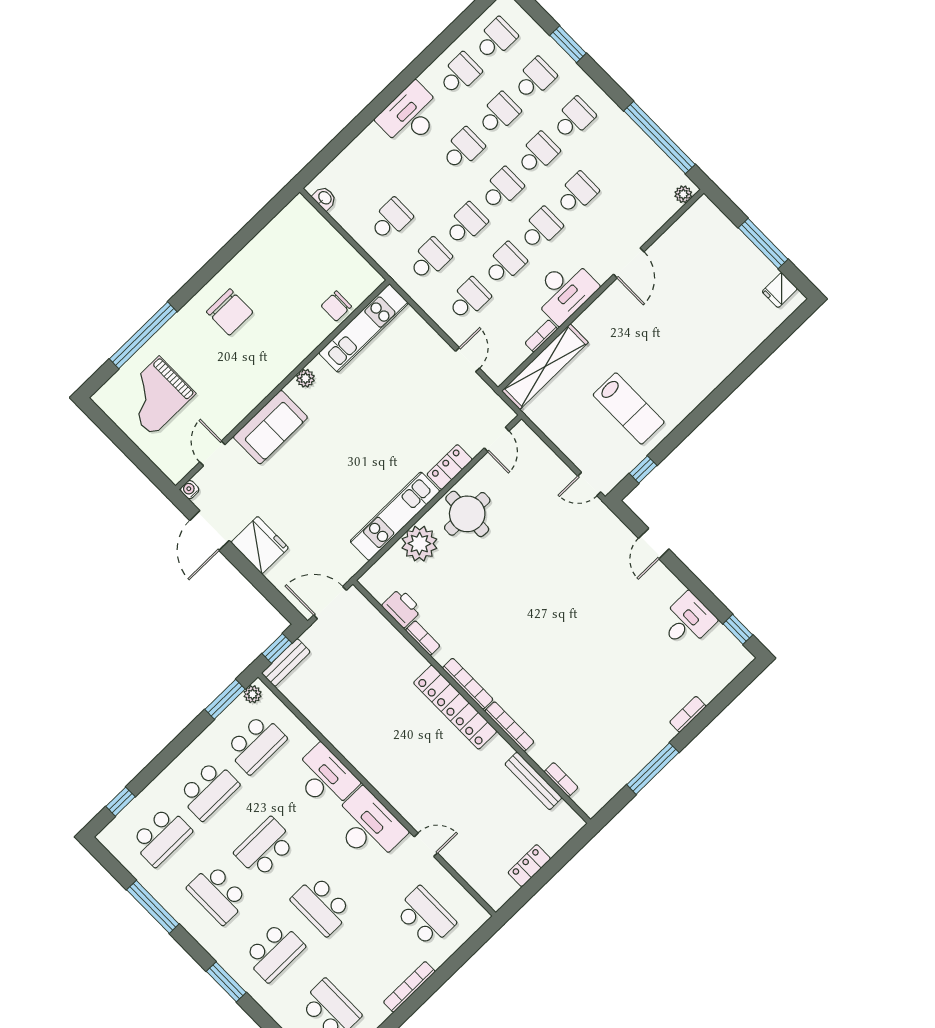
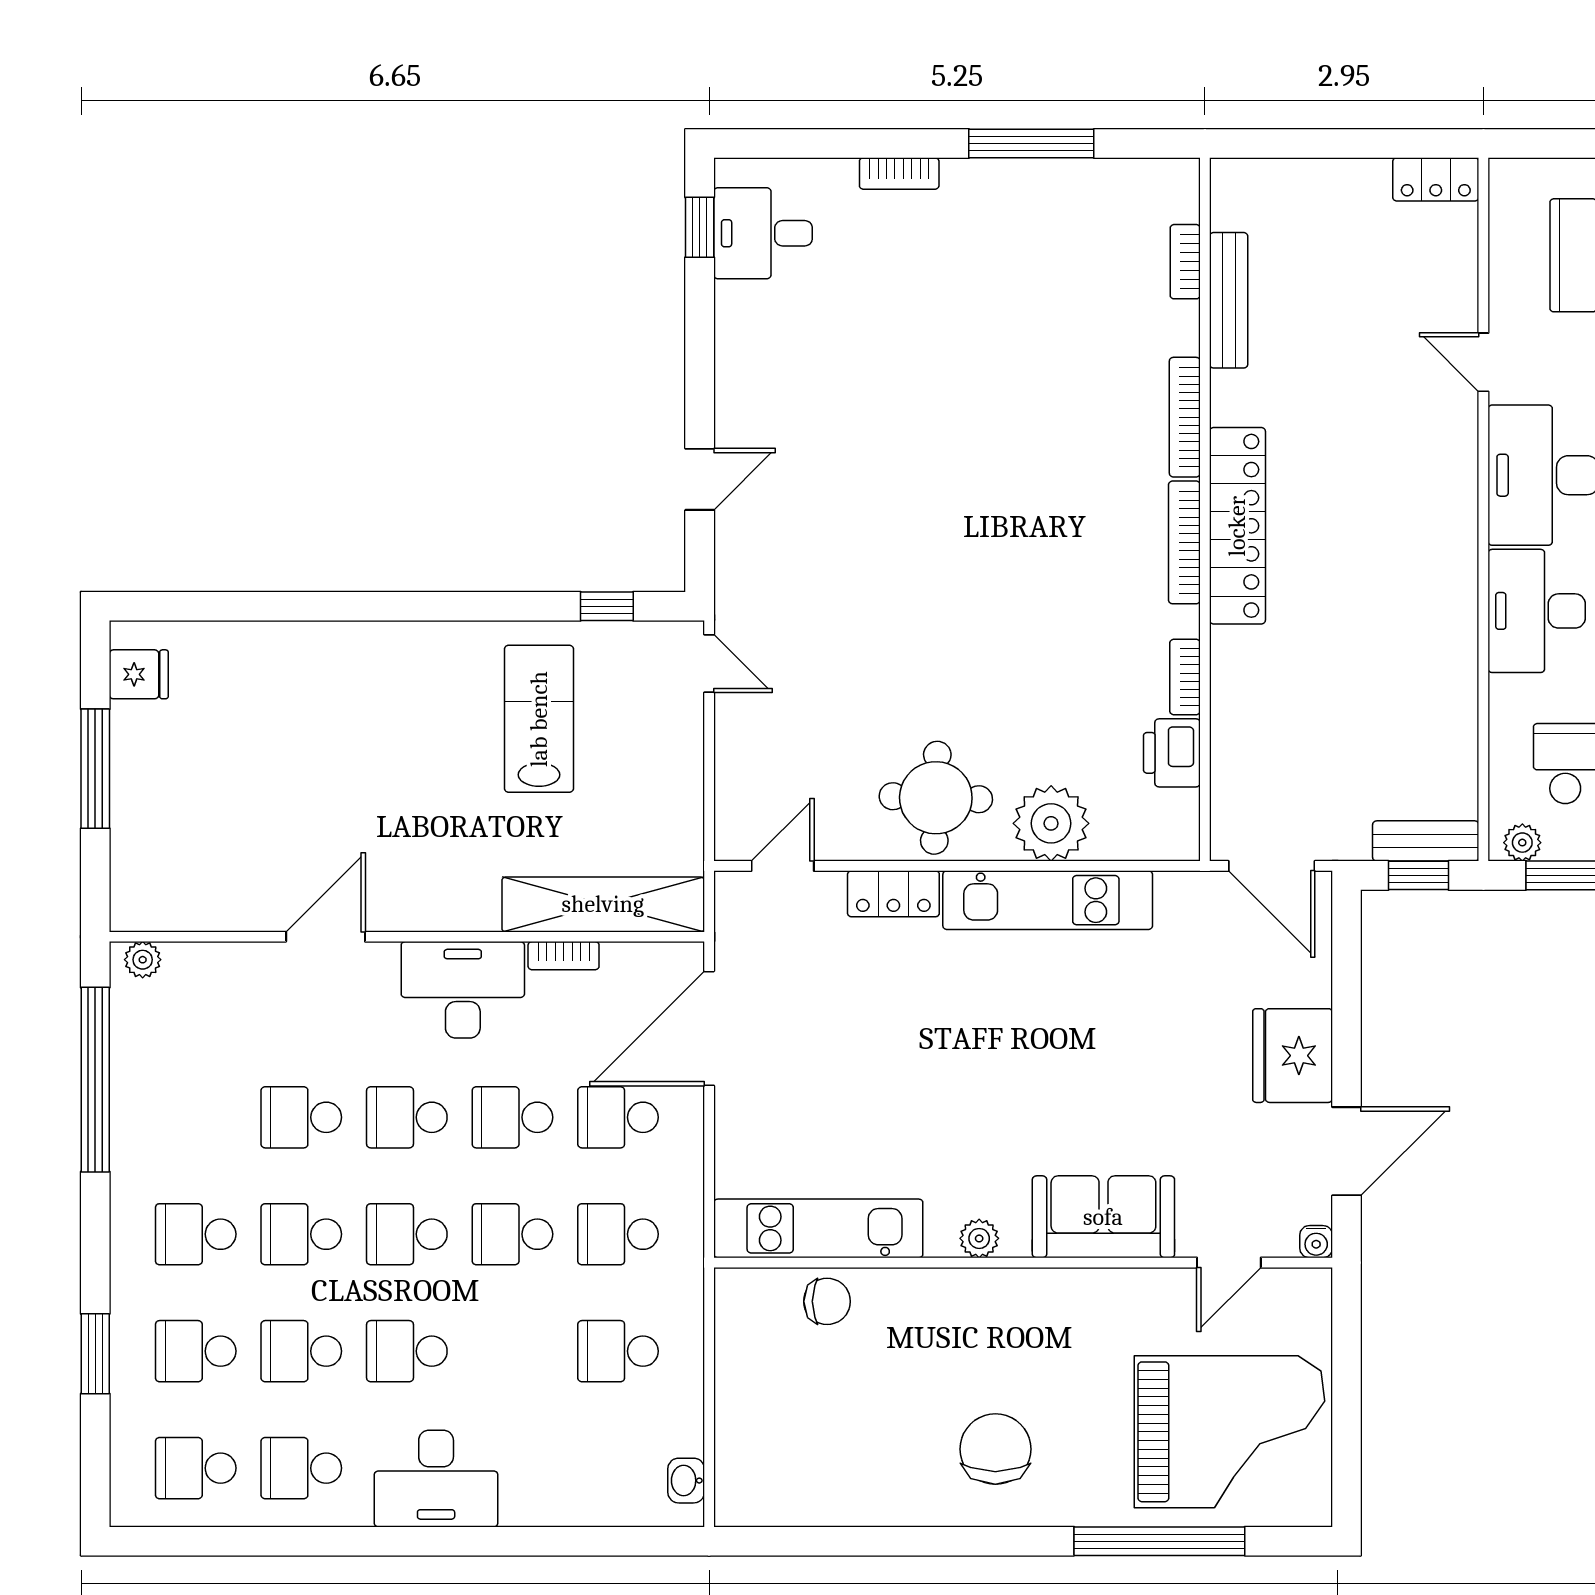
door: (467, 360) -> (709, 1028), width x1.87
grand piano: (156, 396) -> (1229, 1432), width x1.37, depth x1.48
desk: (687, 621) -> (763, 233), moved
locker: (529, 866) -> (1436, 179), moved

